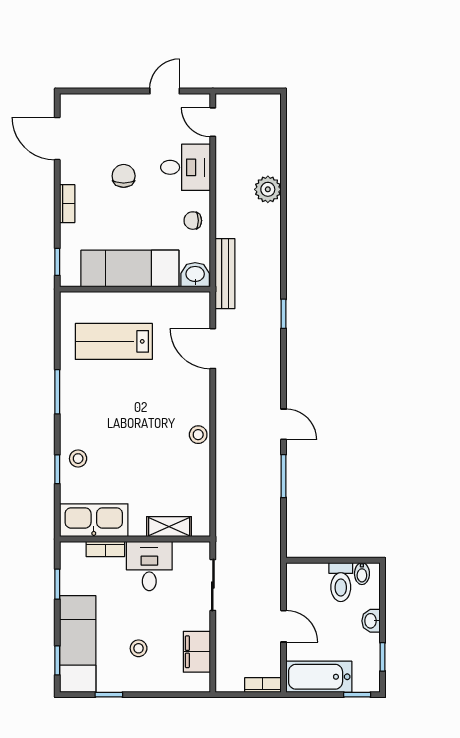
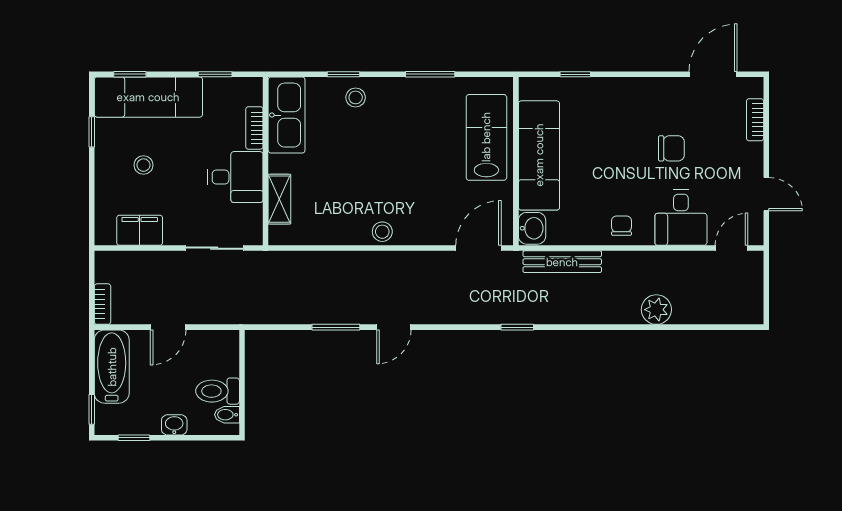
bookcase: (67, 204) -> (755, 120), moved, turned 90
exam couch: (130, 268) -> (539, 155), moved
washbasin: (195, 275) -> (532, 228), moved
wall: (135, 289) -> (516, 161), moved

